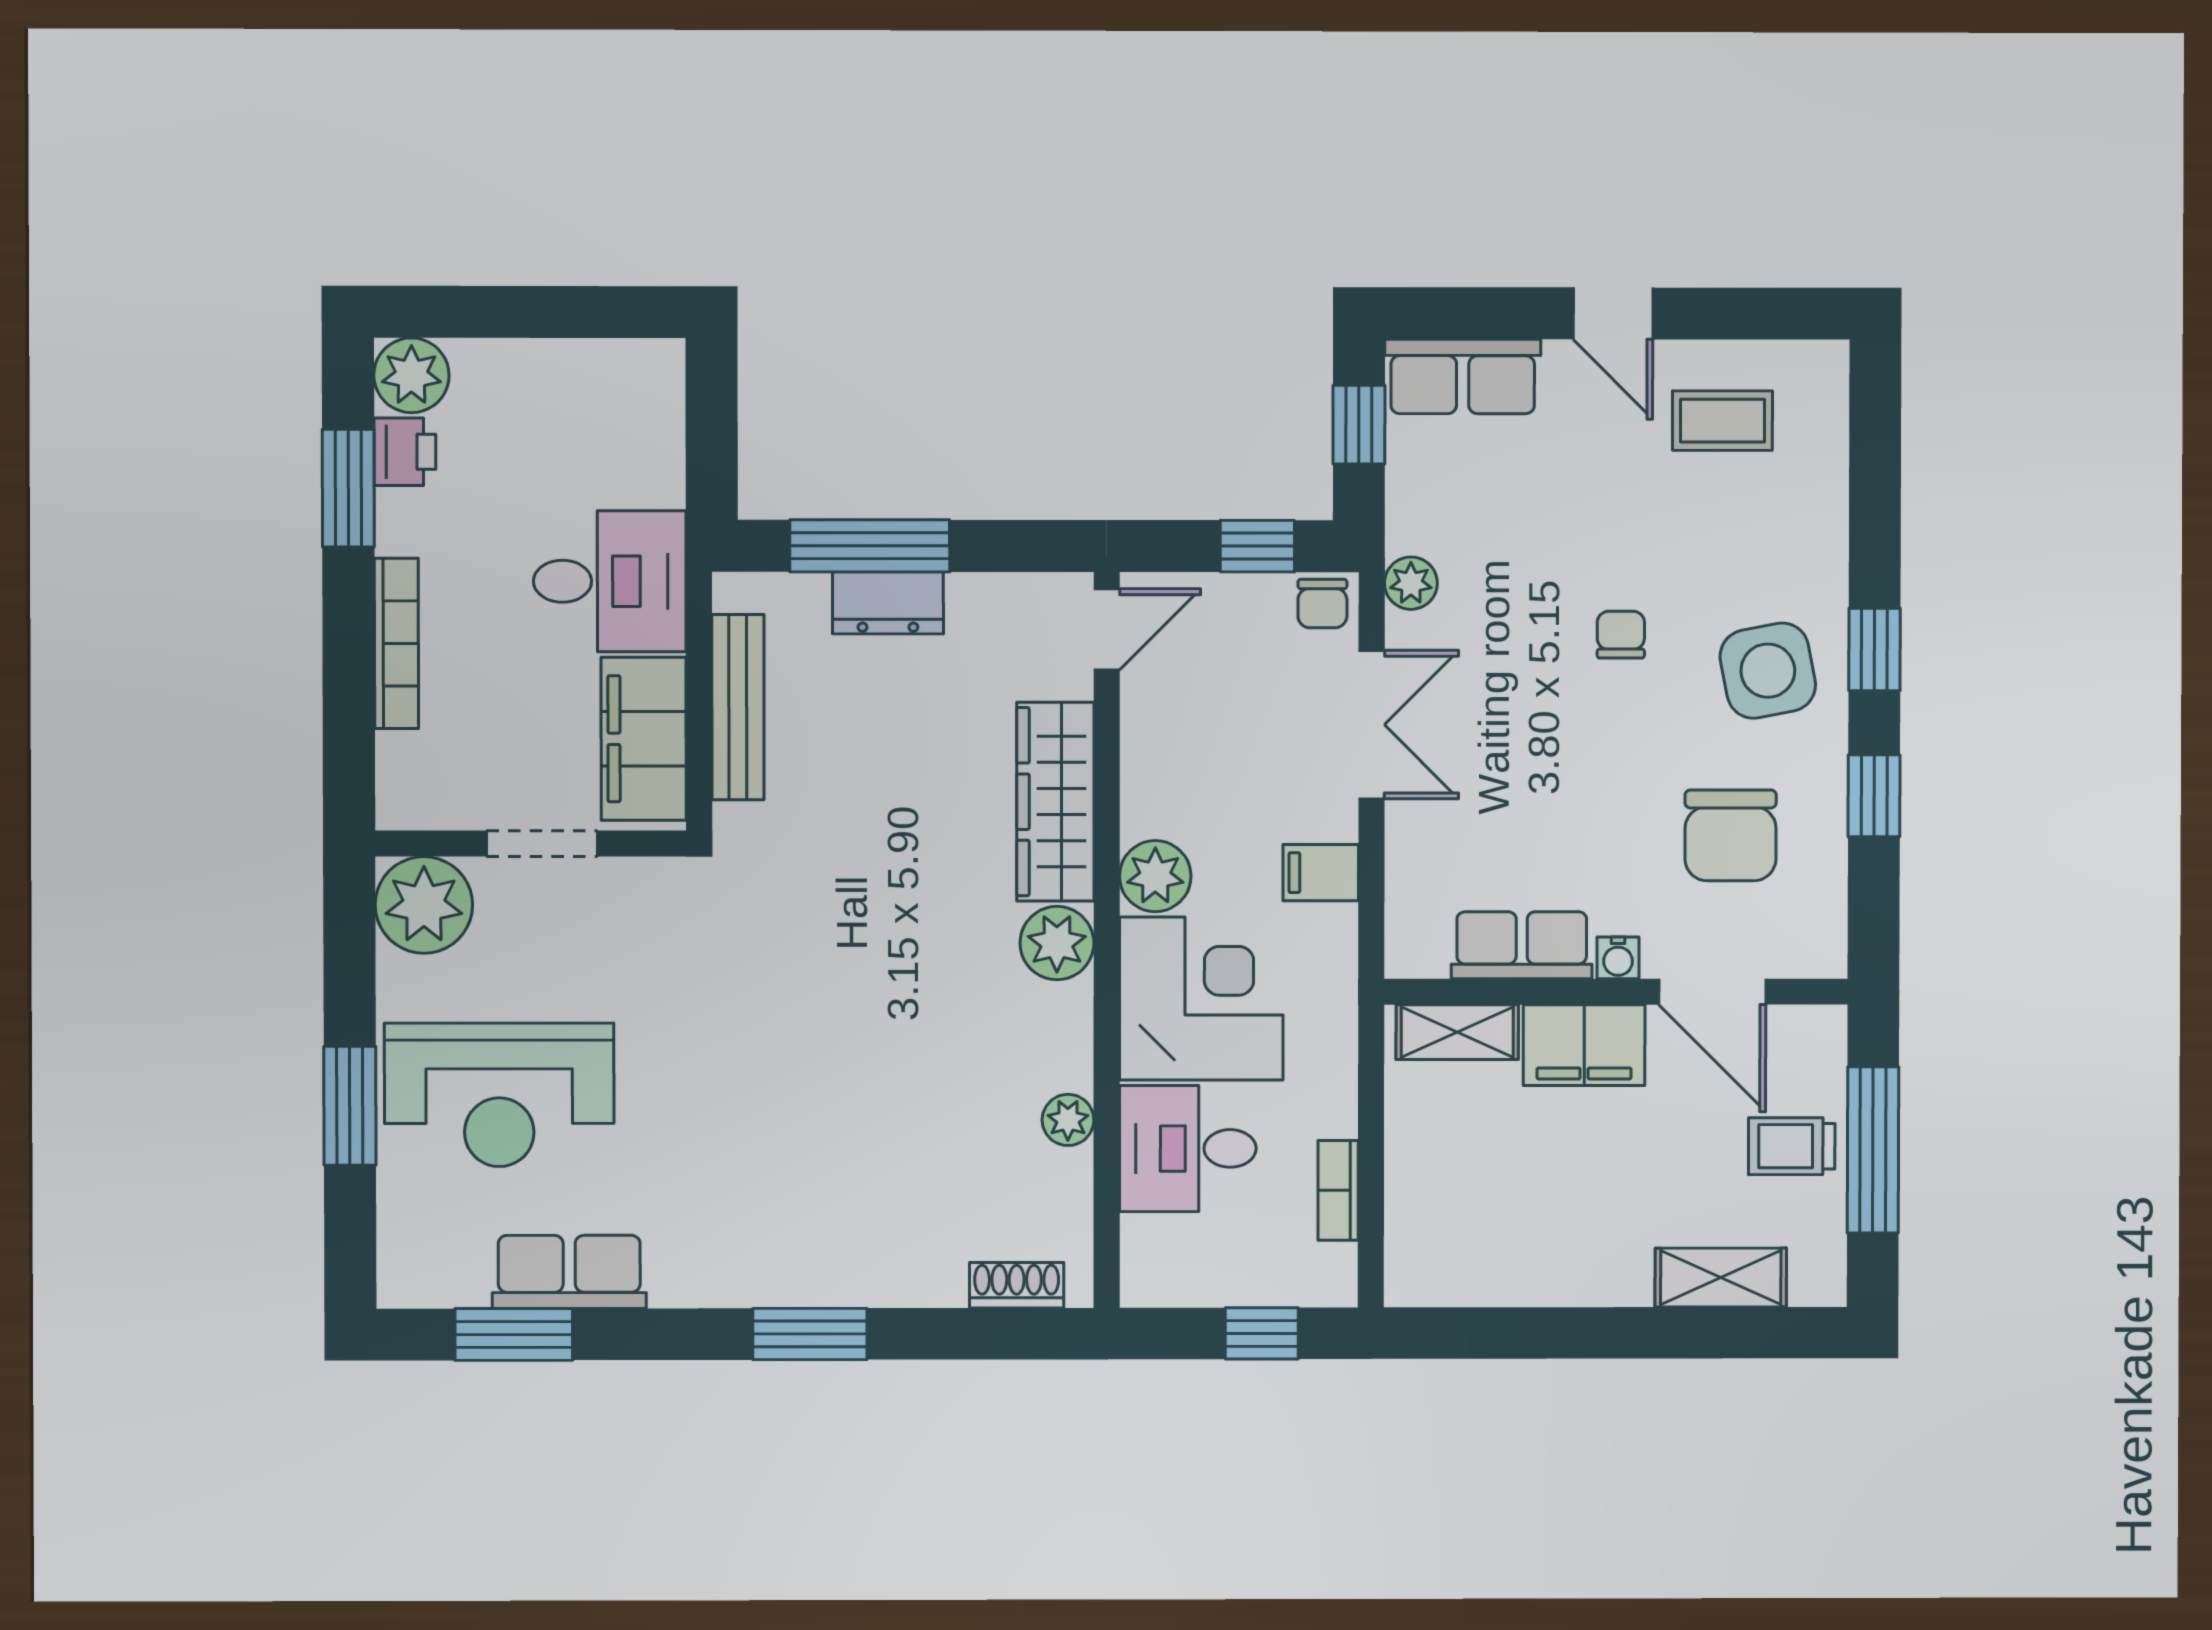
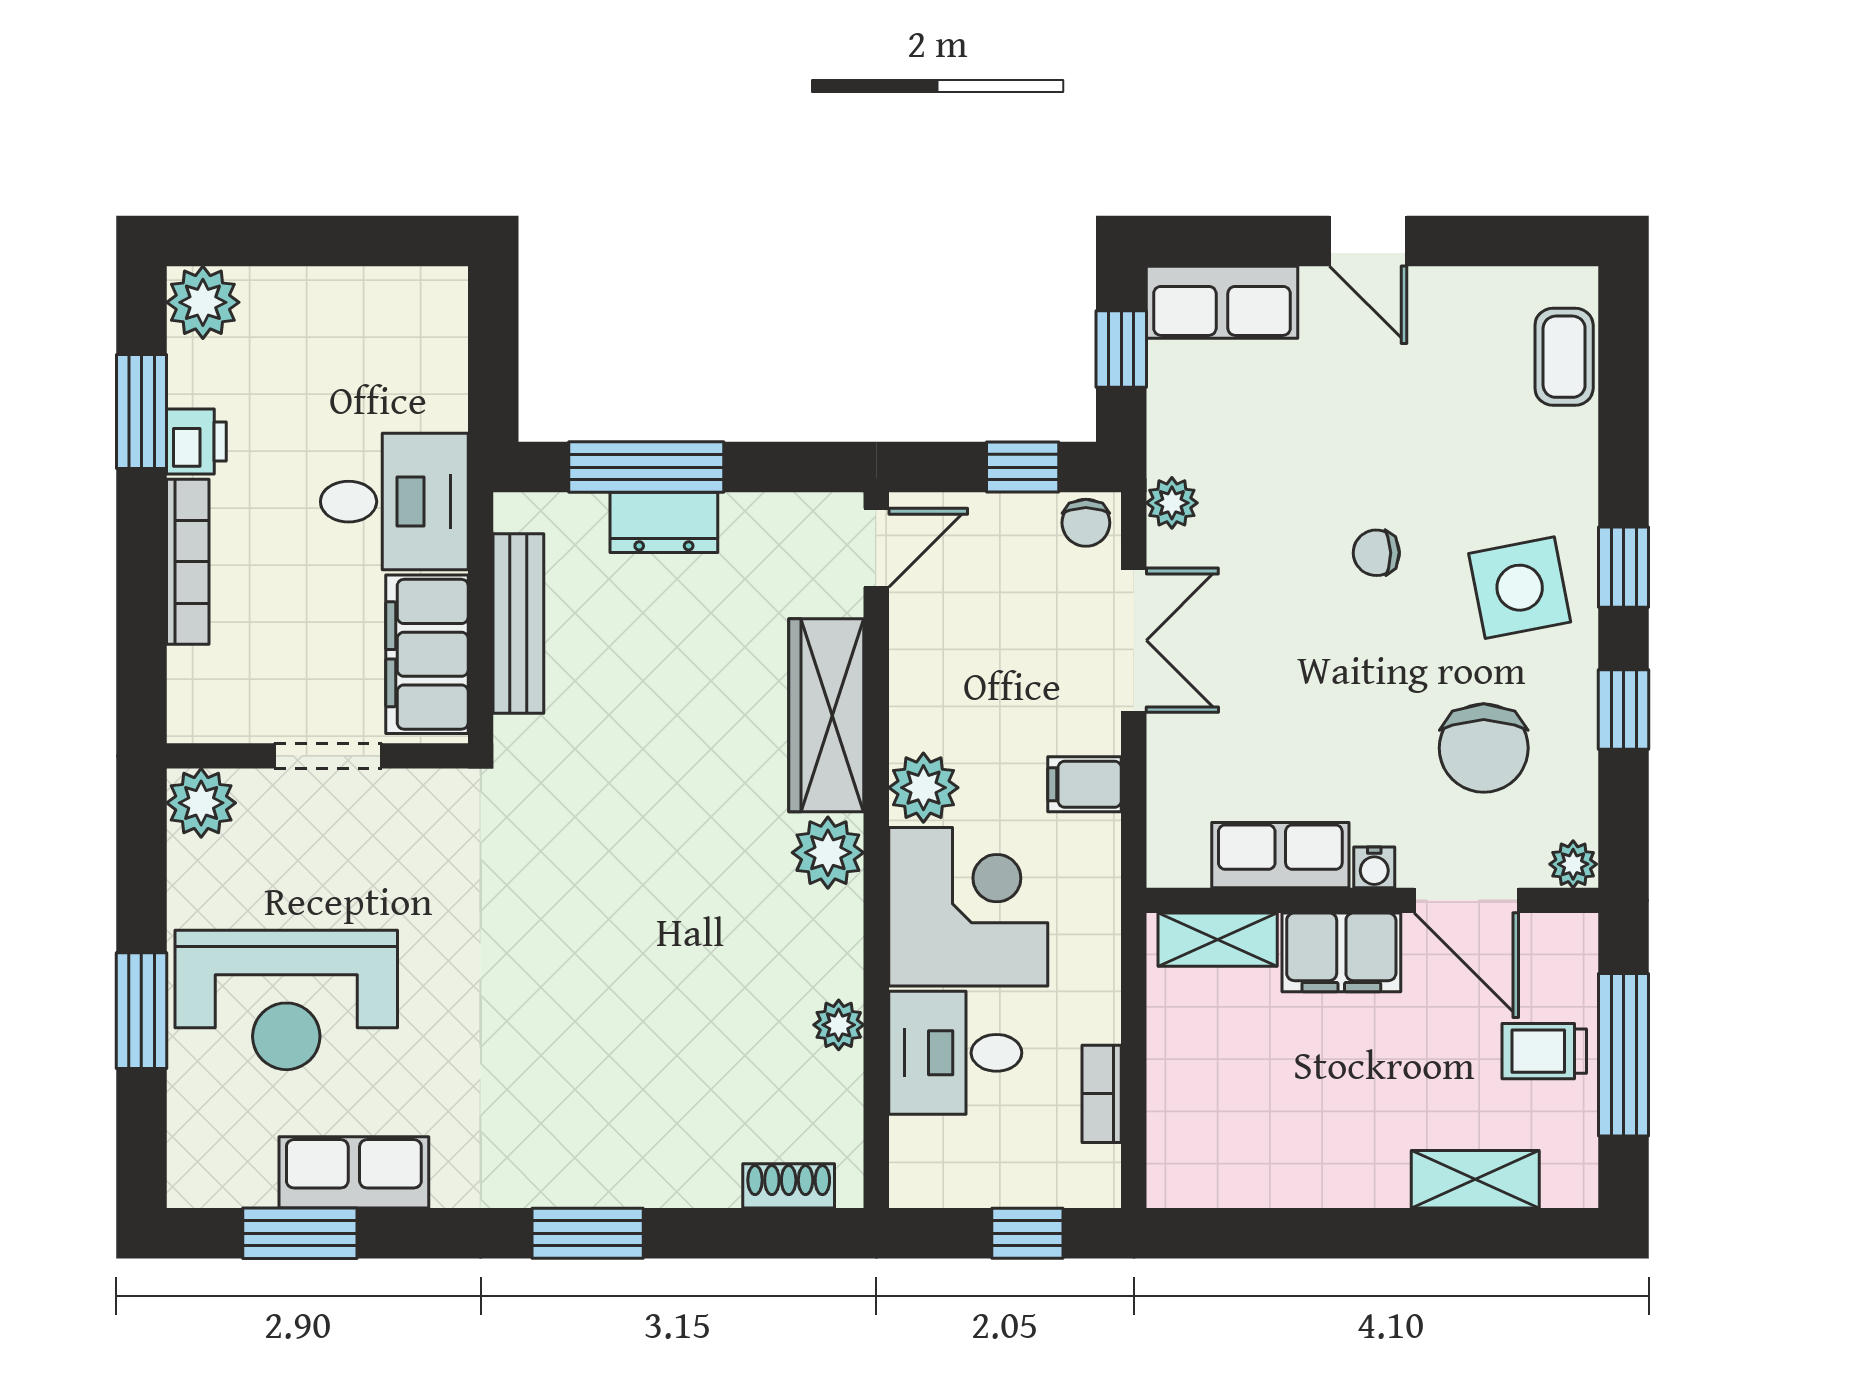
coffee table: (1722, 421) -> (1564, 357), moved, turned 90
printer: (405, 452) -> (196, 442), moved
chair: (1621, 635) -> (1376, 553), turned -91
plant: (424, 905) -> (201, 803), width x0.73, depth x0.73
plant: (1822, 955) -> (1573, 864), added

